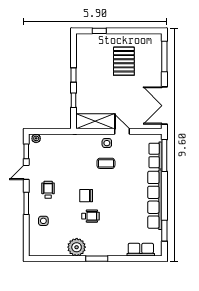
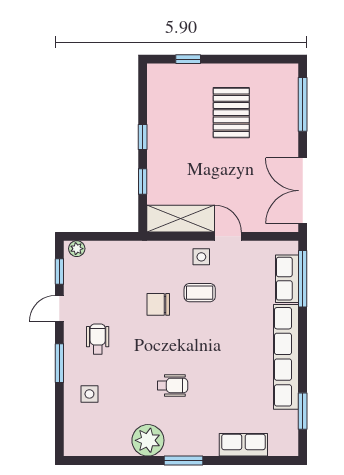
chair: (86, 196) -> (158, 304), moved
row of seats: (141, 250) -> (243, 445), moved

